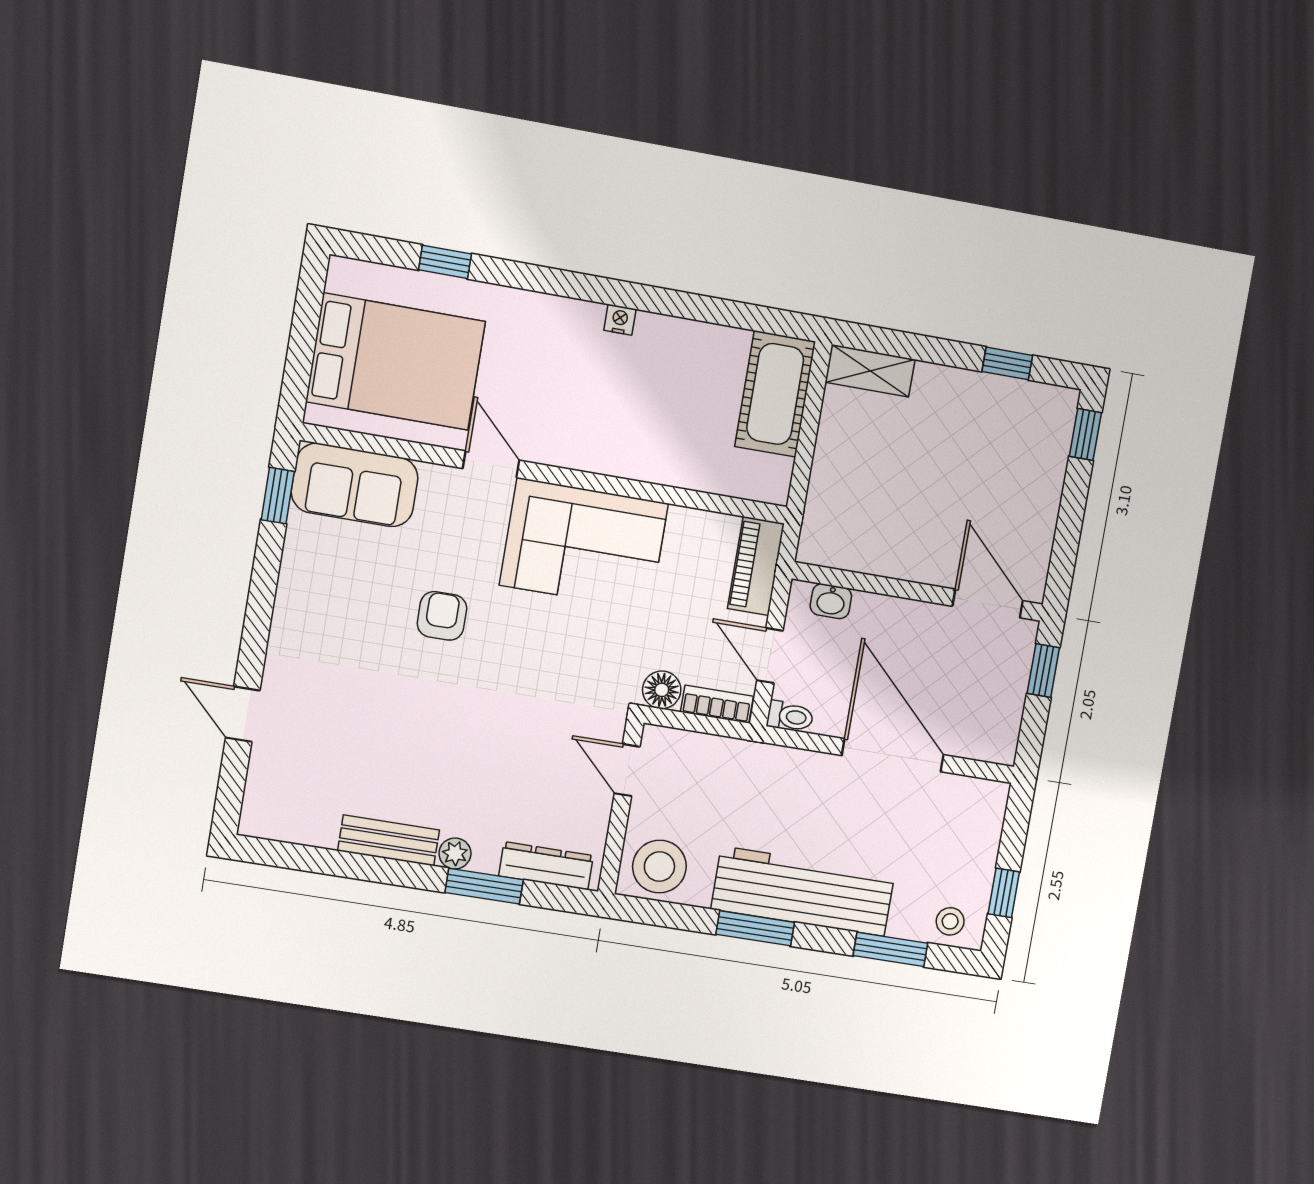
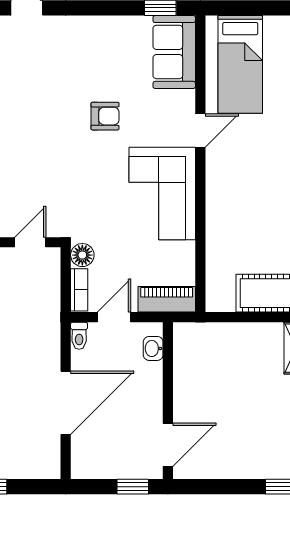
bed: (396, 362) -> (240, 64), width x0.67

